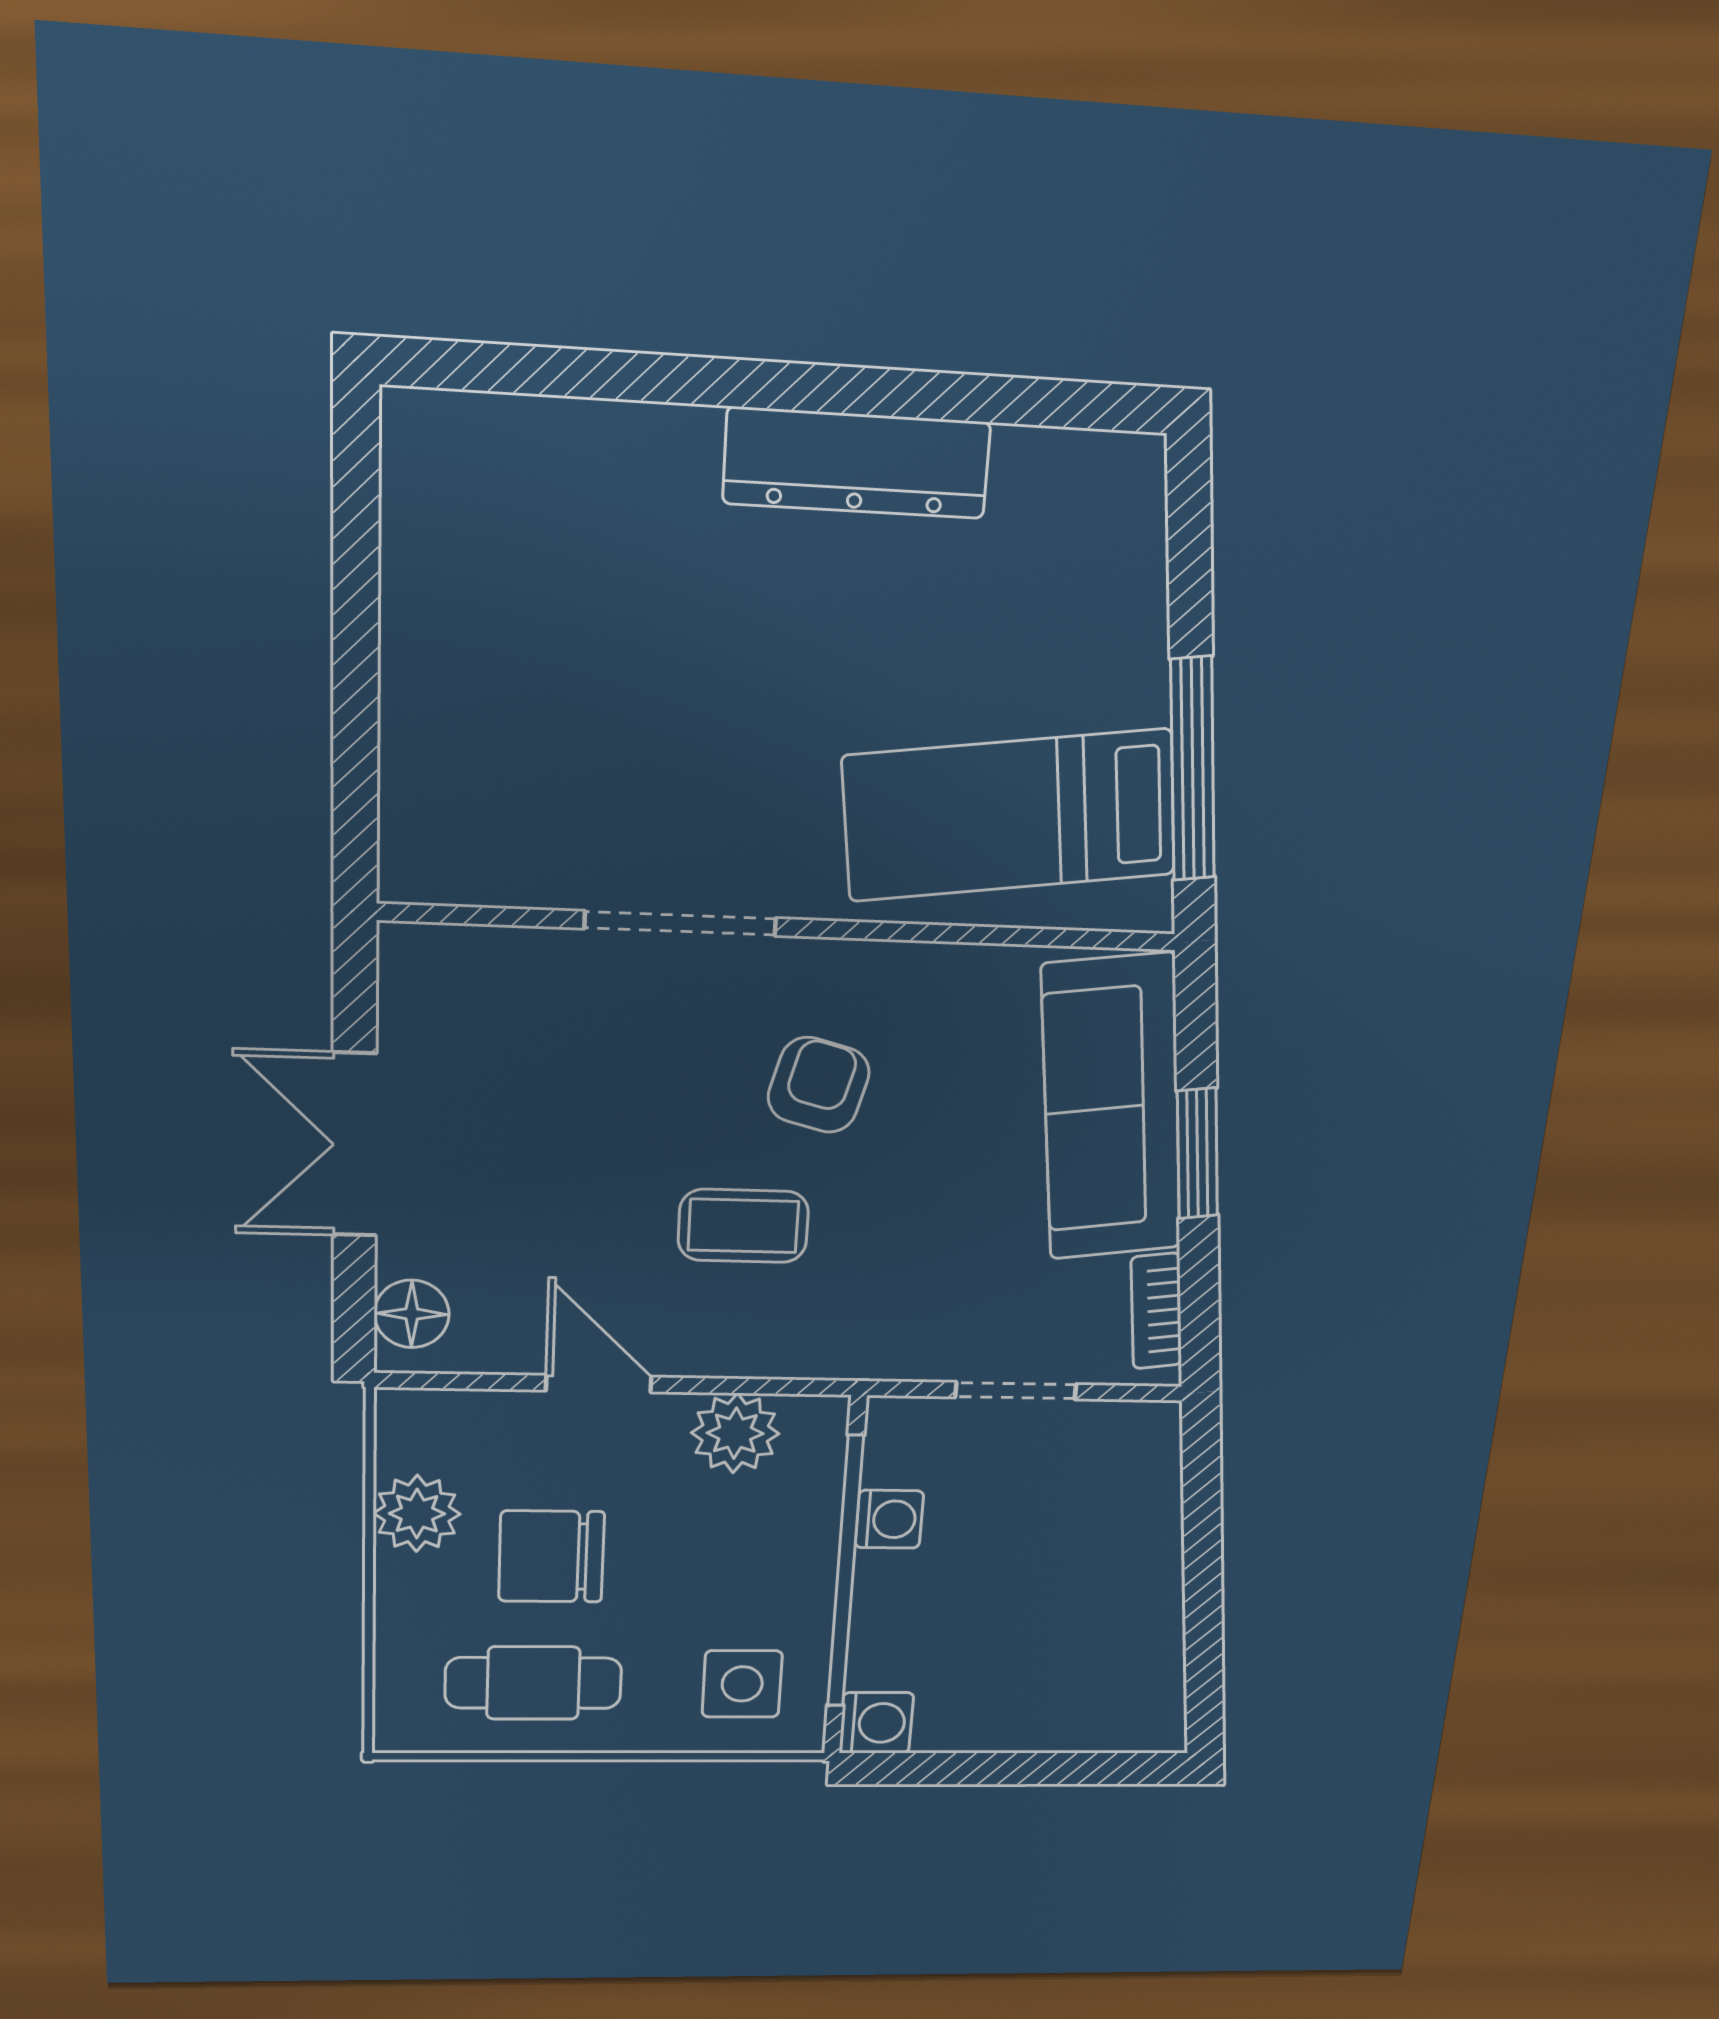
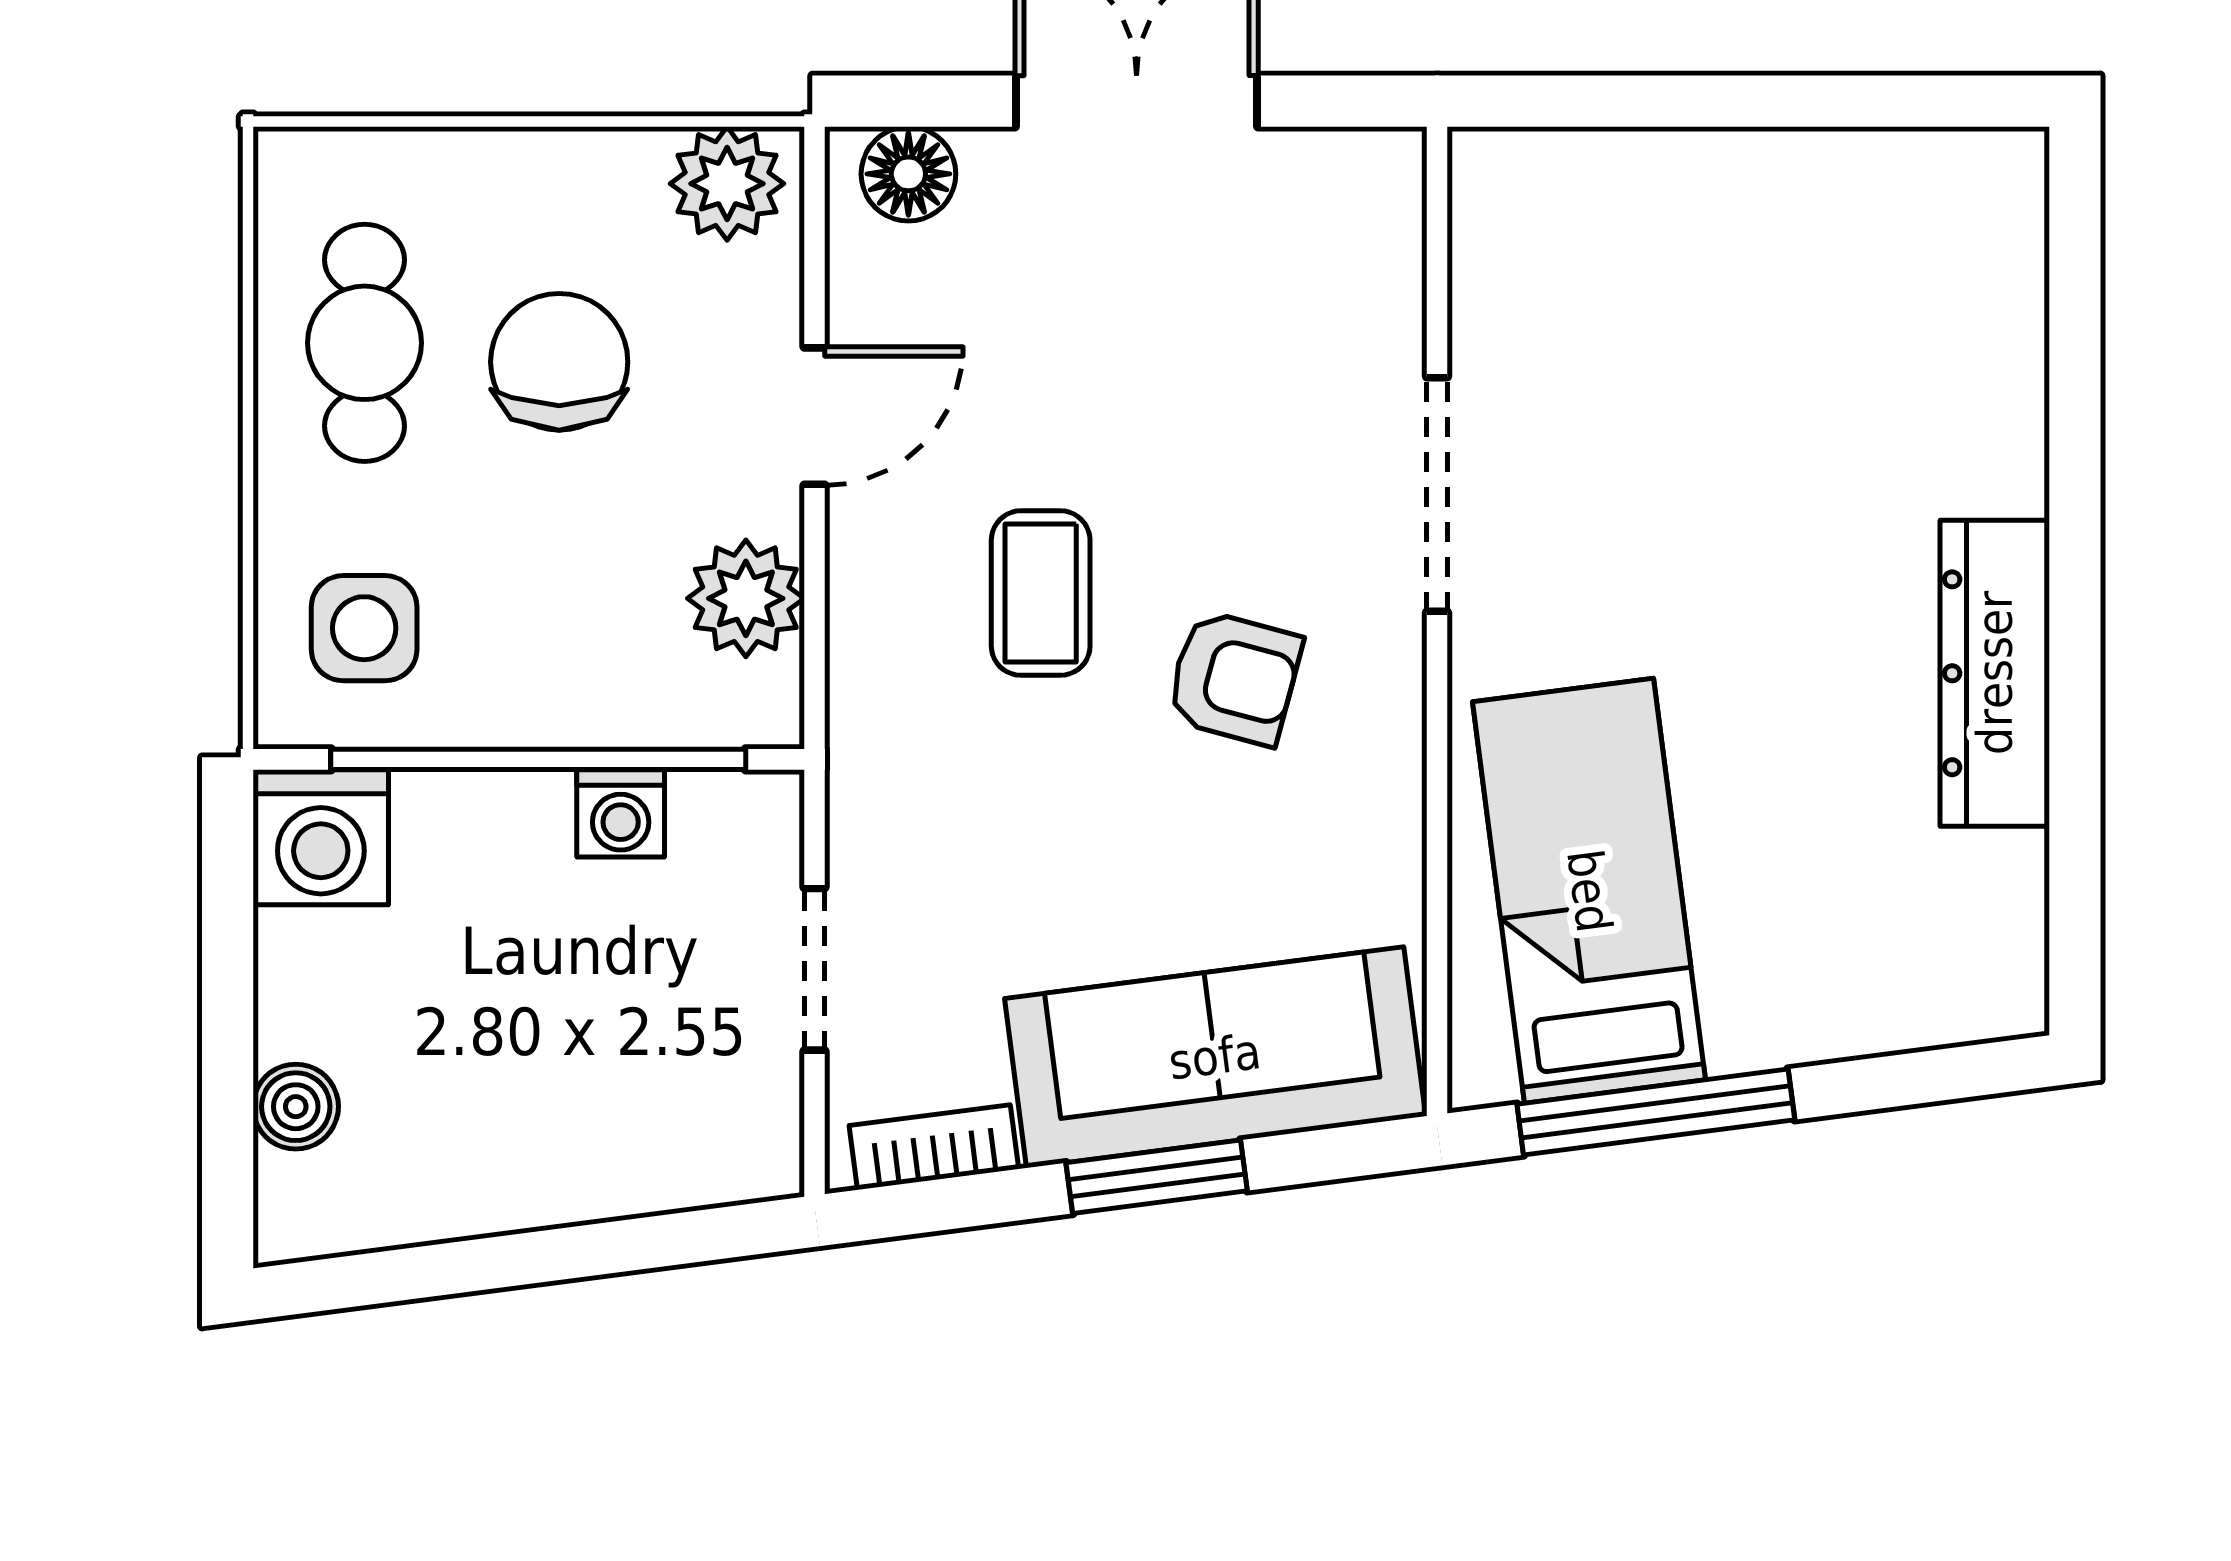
plant: (417, 1514) -> (727, 184), moved
washing machine: (876, 1723) -> (321, 837), width x1.38, depth x1.38
boiler: (1079, 1727) -> (296, 1107), added

